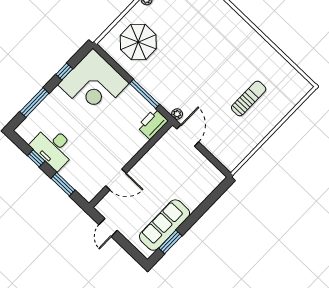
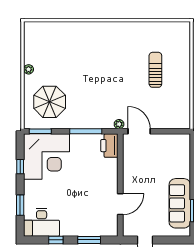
window: (108, 59) -> (40, 131), added
window: (34, 103) -> (20, 205), width x0.69
desk: (53, 148) -> (42, 222), moved

